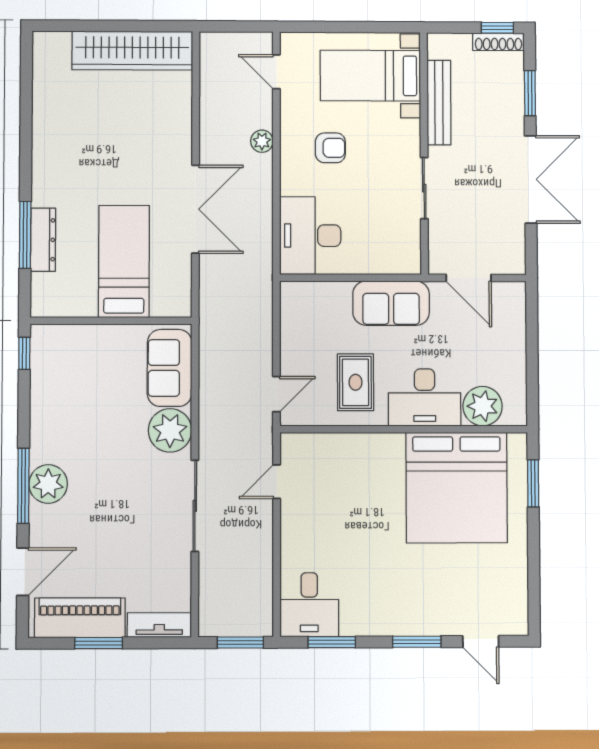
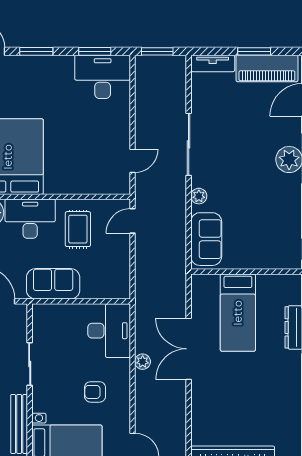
plant: (262, 141) -> (143, 362), moved
plant: (170, 430) -> (199, 196), width x0.53, depth x0.53
desk: (309, 605) -> (103, 77), width x1.37

